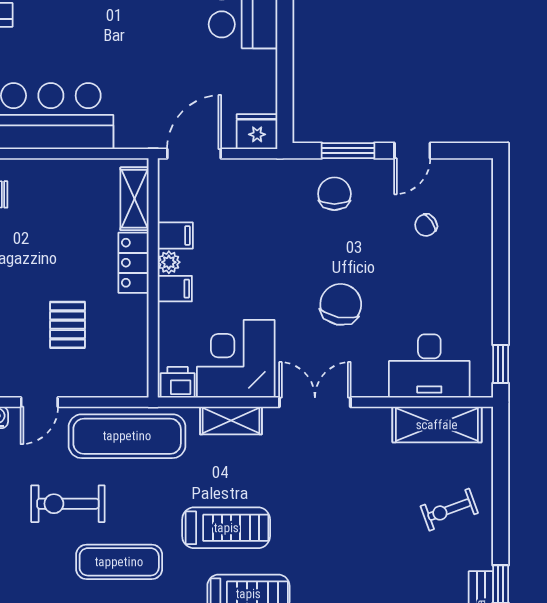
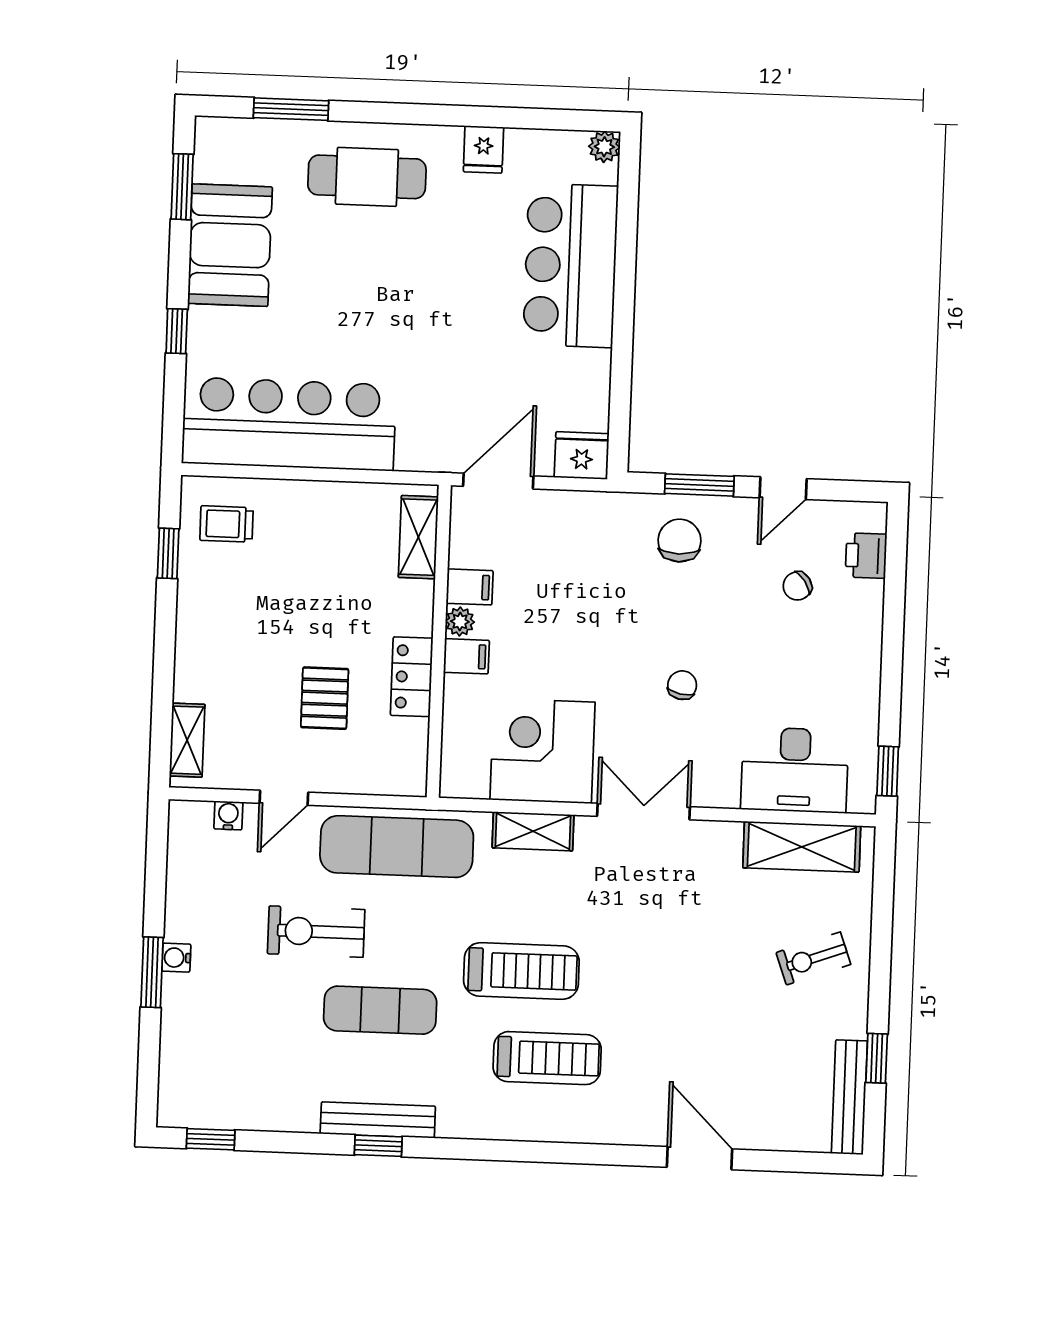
locker: (133, 263) -> (412, 677), moved
chair: (341, 304) -> (682, 685), width x0.54, depth x0.54
printer: (178, 382) -> (866, 556), moved, turned -90

